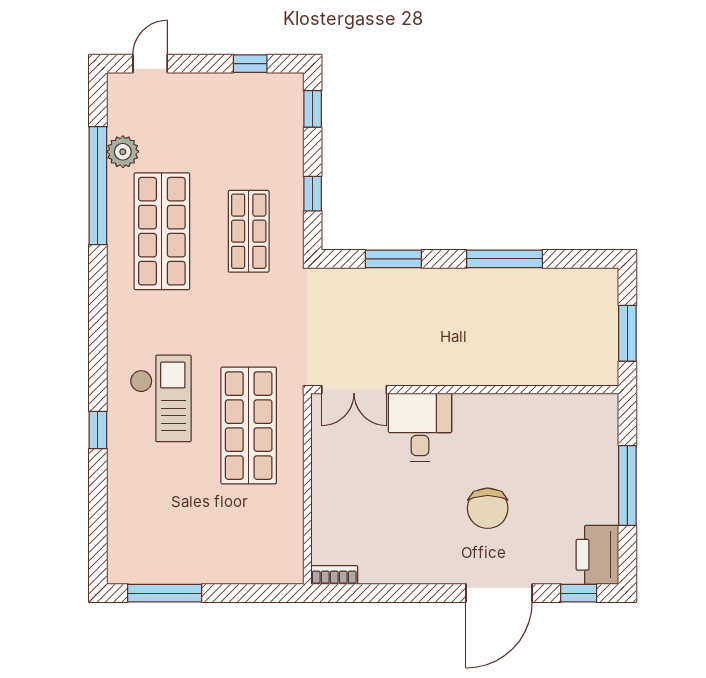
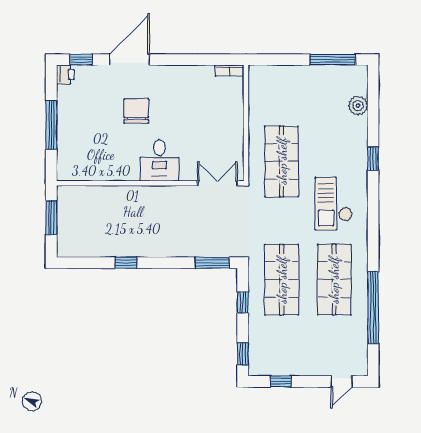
plant: (123, 152) -> (358, 106), moved
shop shelf: (249, 231) -> (282, 280), width x1.43, depth x1.36
window: (393, 259) -> (212, 263), moved
window: (504, 259) -> (126, 263), width x0.46
checkout: (161, 398) -> (334, 204), moved
desk: (420, 427) -> (160, 160), moved
printer: (597, 555) -> (65, 74), width x0.53, depth x0.68

